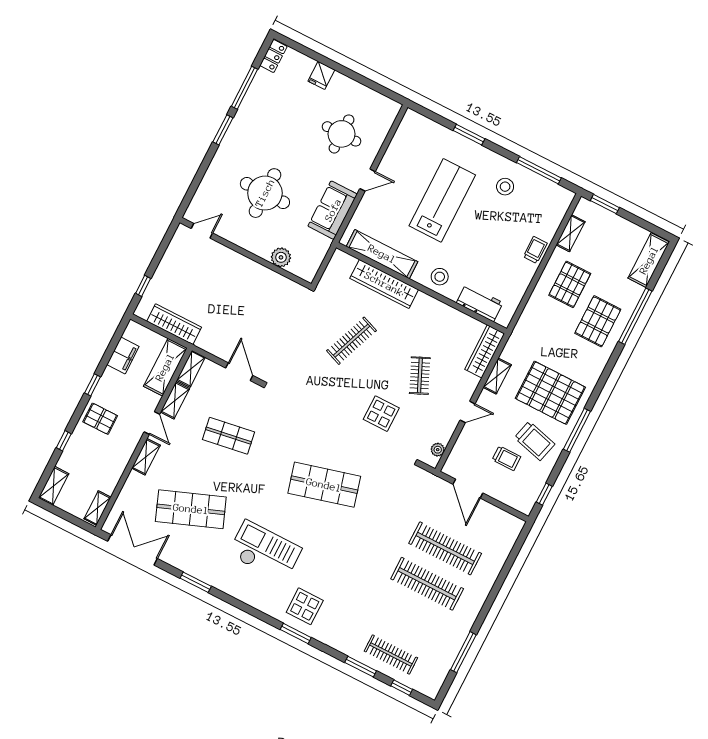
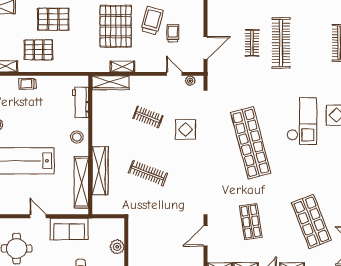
clothes rail: (420, 376) -> (148, 117), turned 45
door: (467, 412) -> (174, 74), moved
shop shelf: (324, 485) -> (251, 143), width x1.40
clothes rail: (445, 548) -> (252, 43), width x0.54, depth x0.76
checkout: (265, 551) -> (302, 121), moved, turned 180

